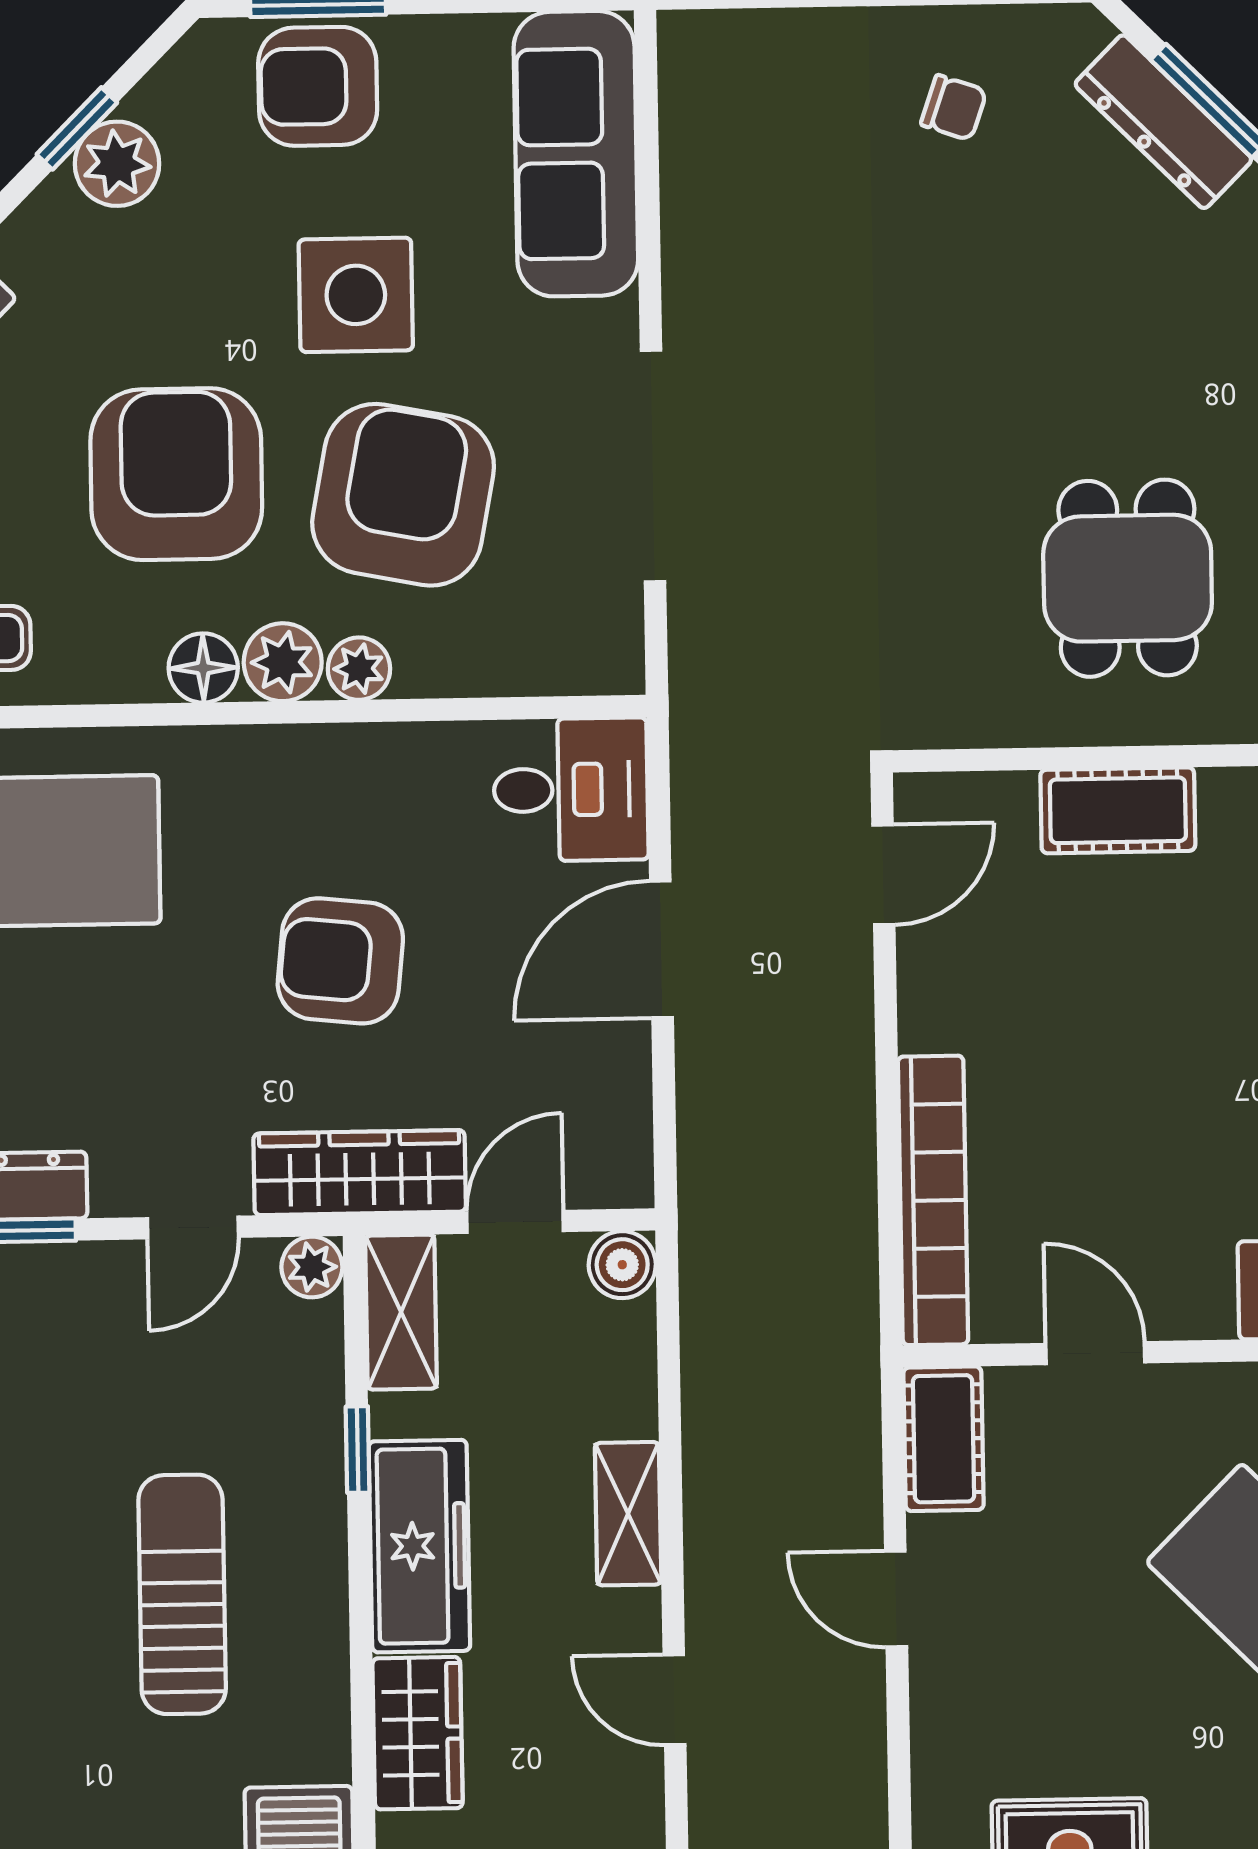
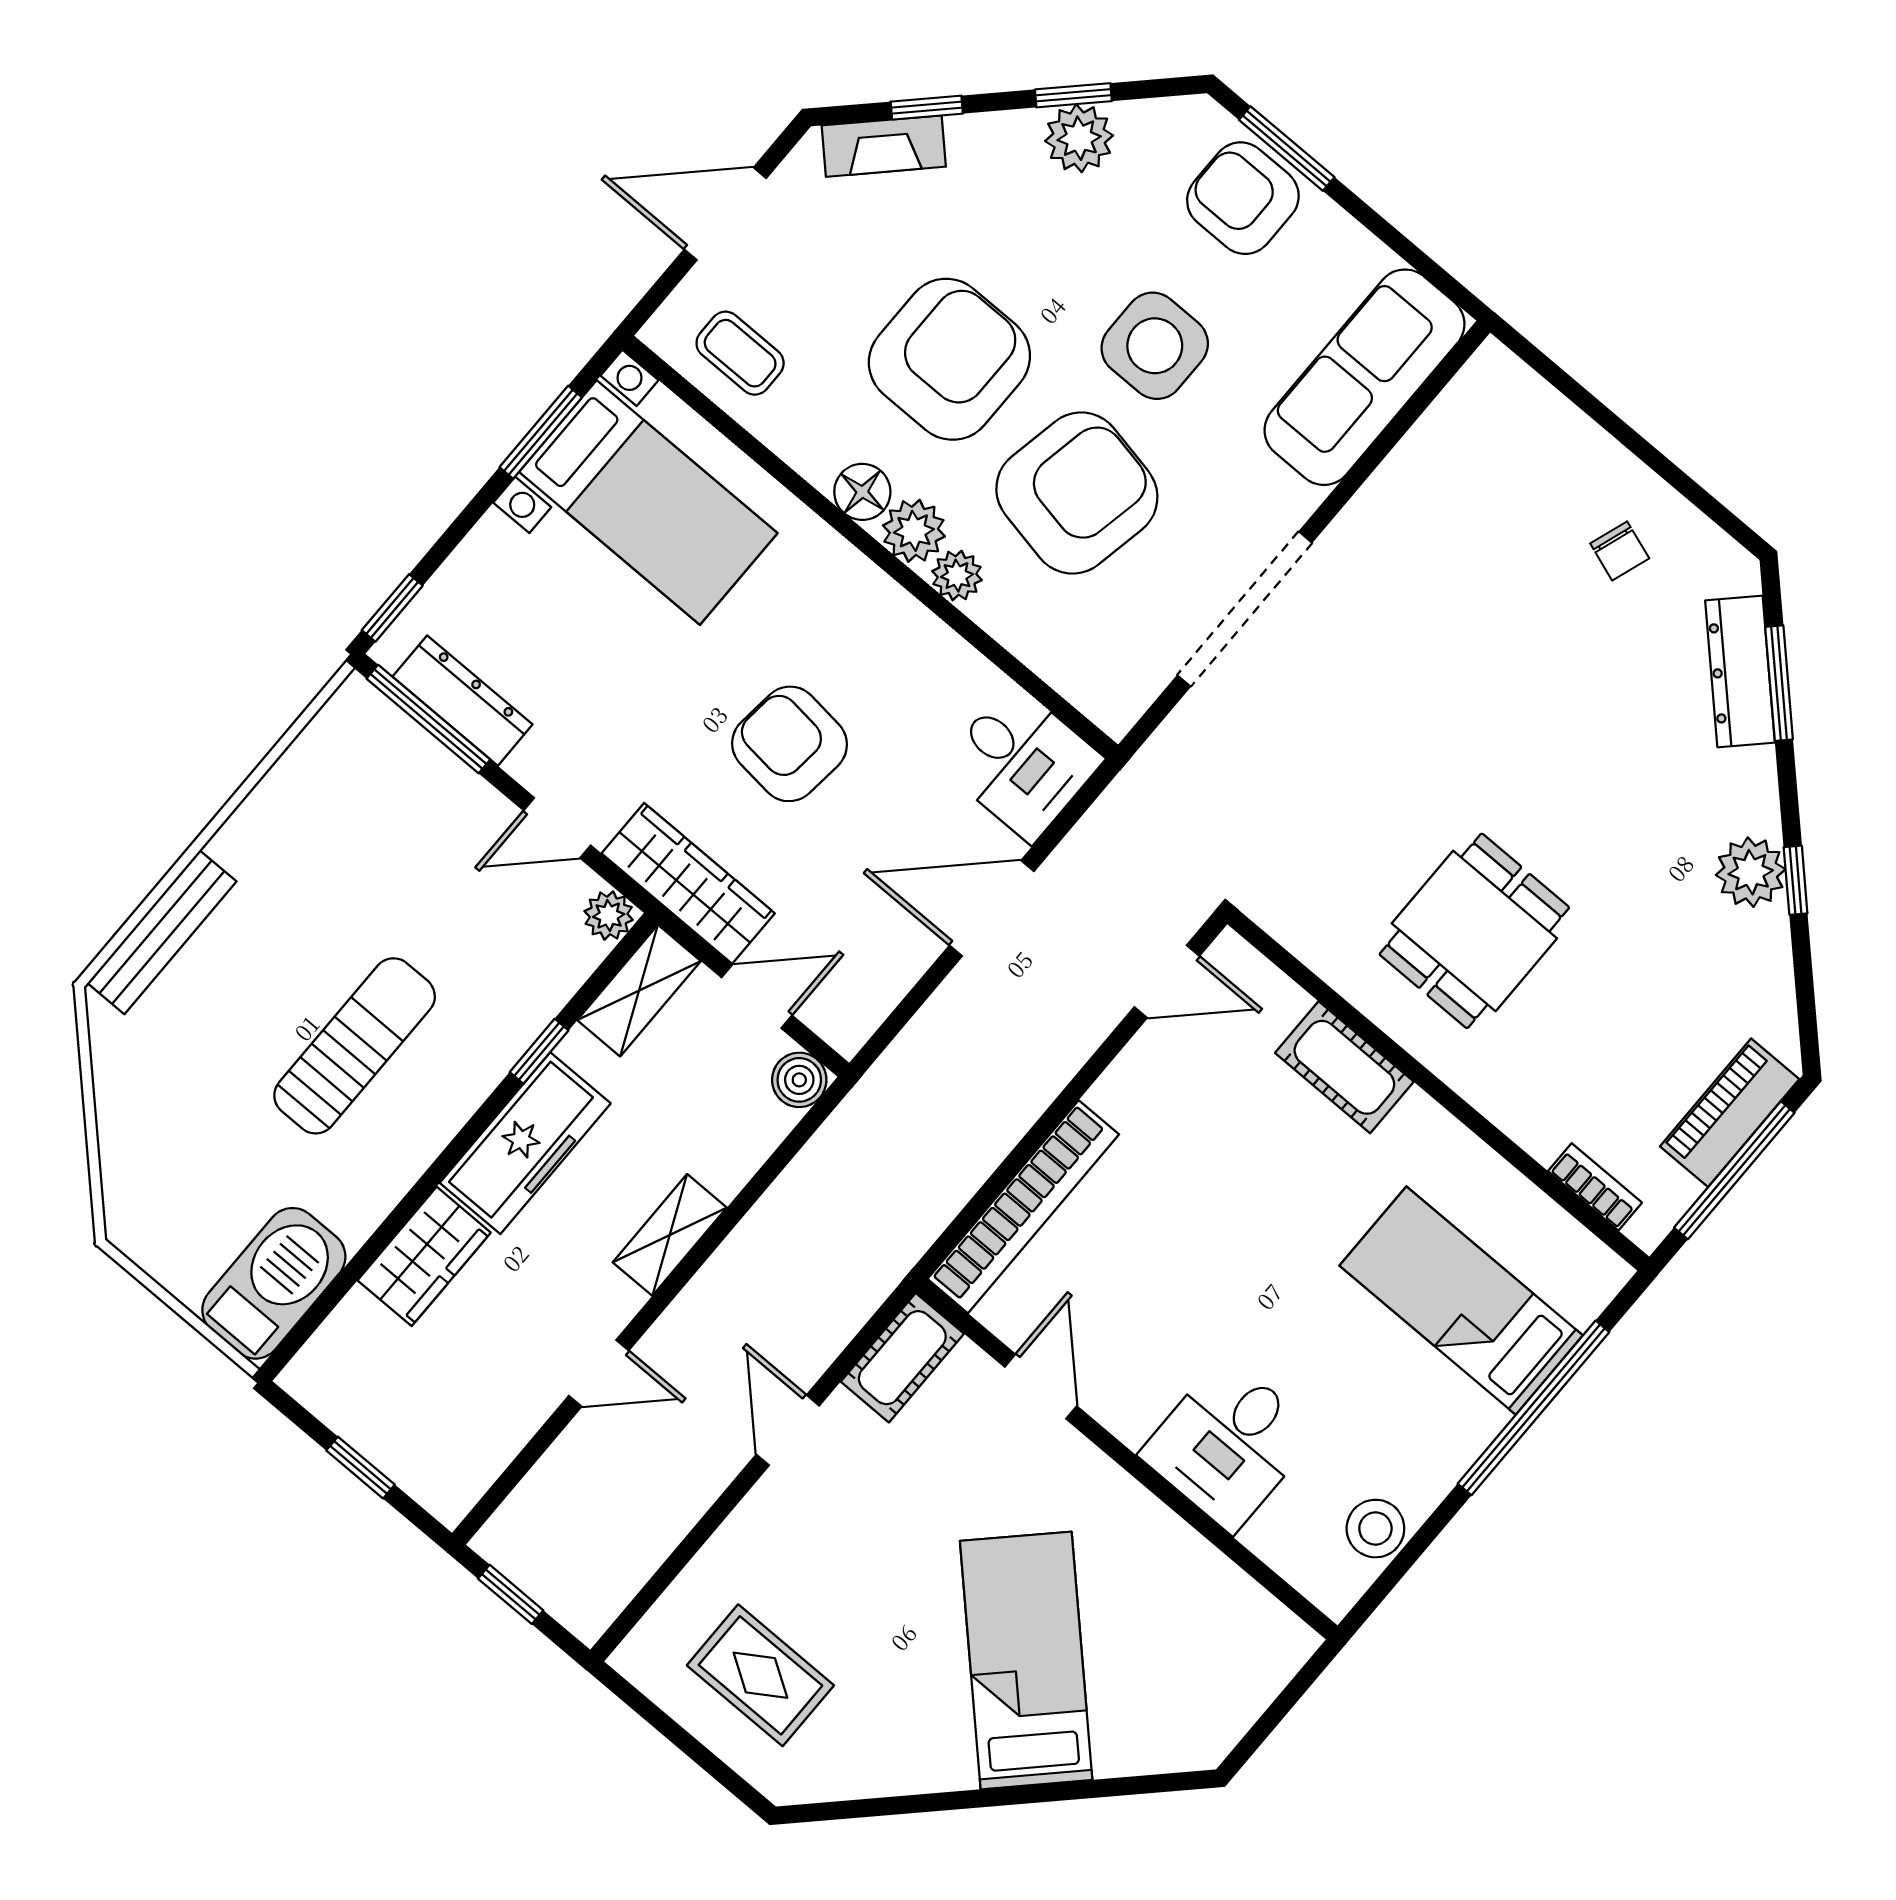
door: (675, 1700) -> (599, 1373), swing flipped

